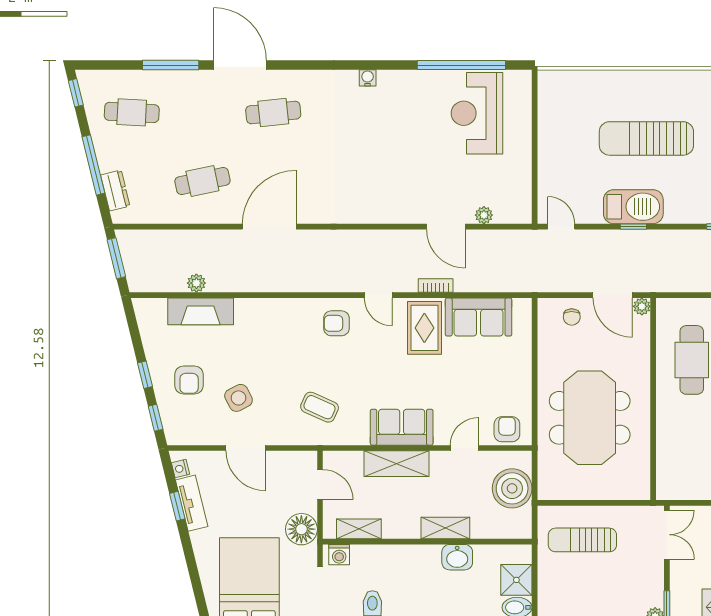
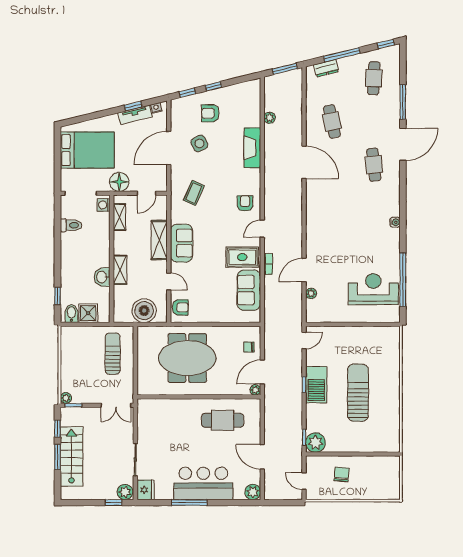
fireplace: (201, 311) -> (252, 148), moved
door: (246, 448) -> (169, 148), width x1.36

